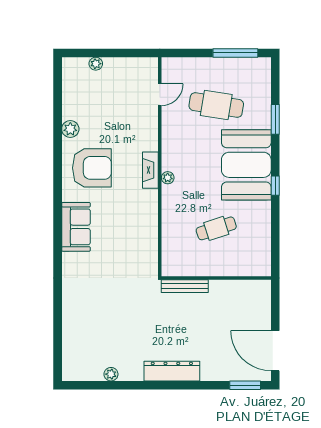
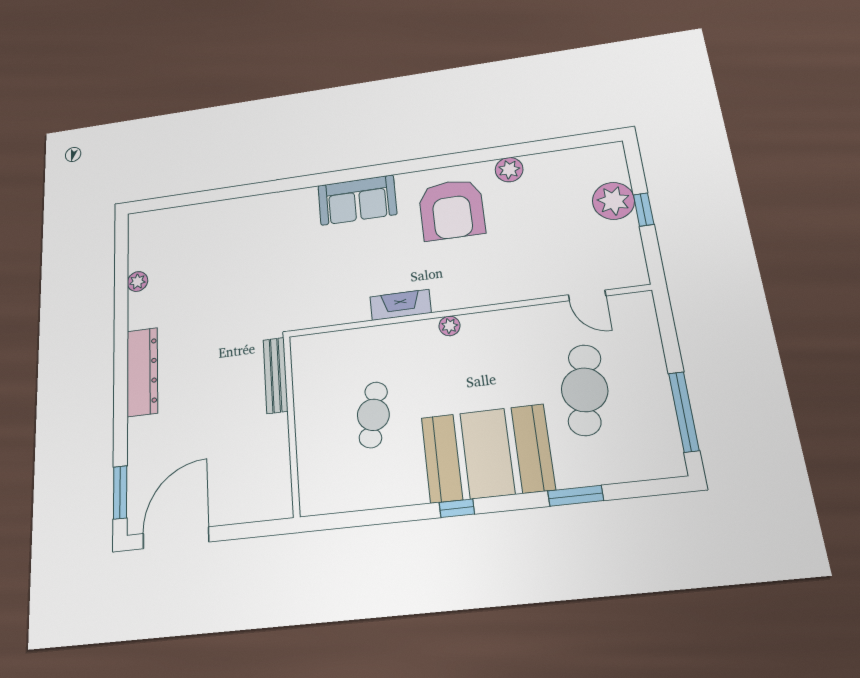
window: (110, 53) -> (644, 210), added
plant: (96, 64) -> (613, 201), width x1.88, depth x1.88
fireplace: (150, 170) -> (401, 305), moved
cafe table: (216, 228) -> (373, 415), turned 30

